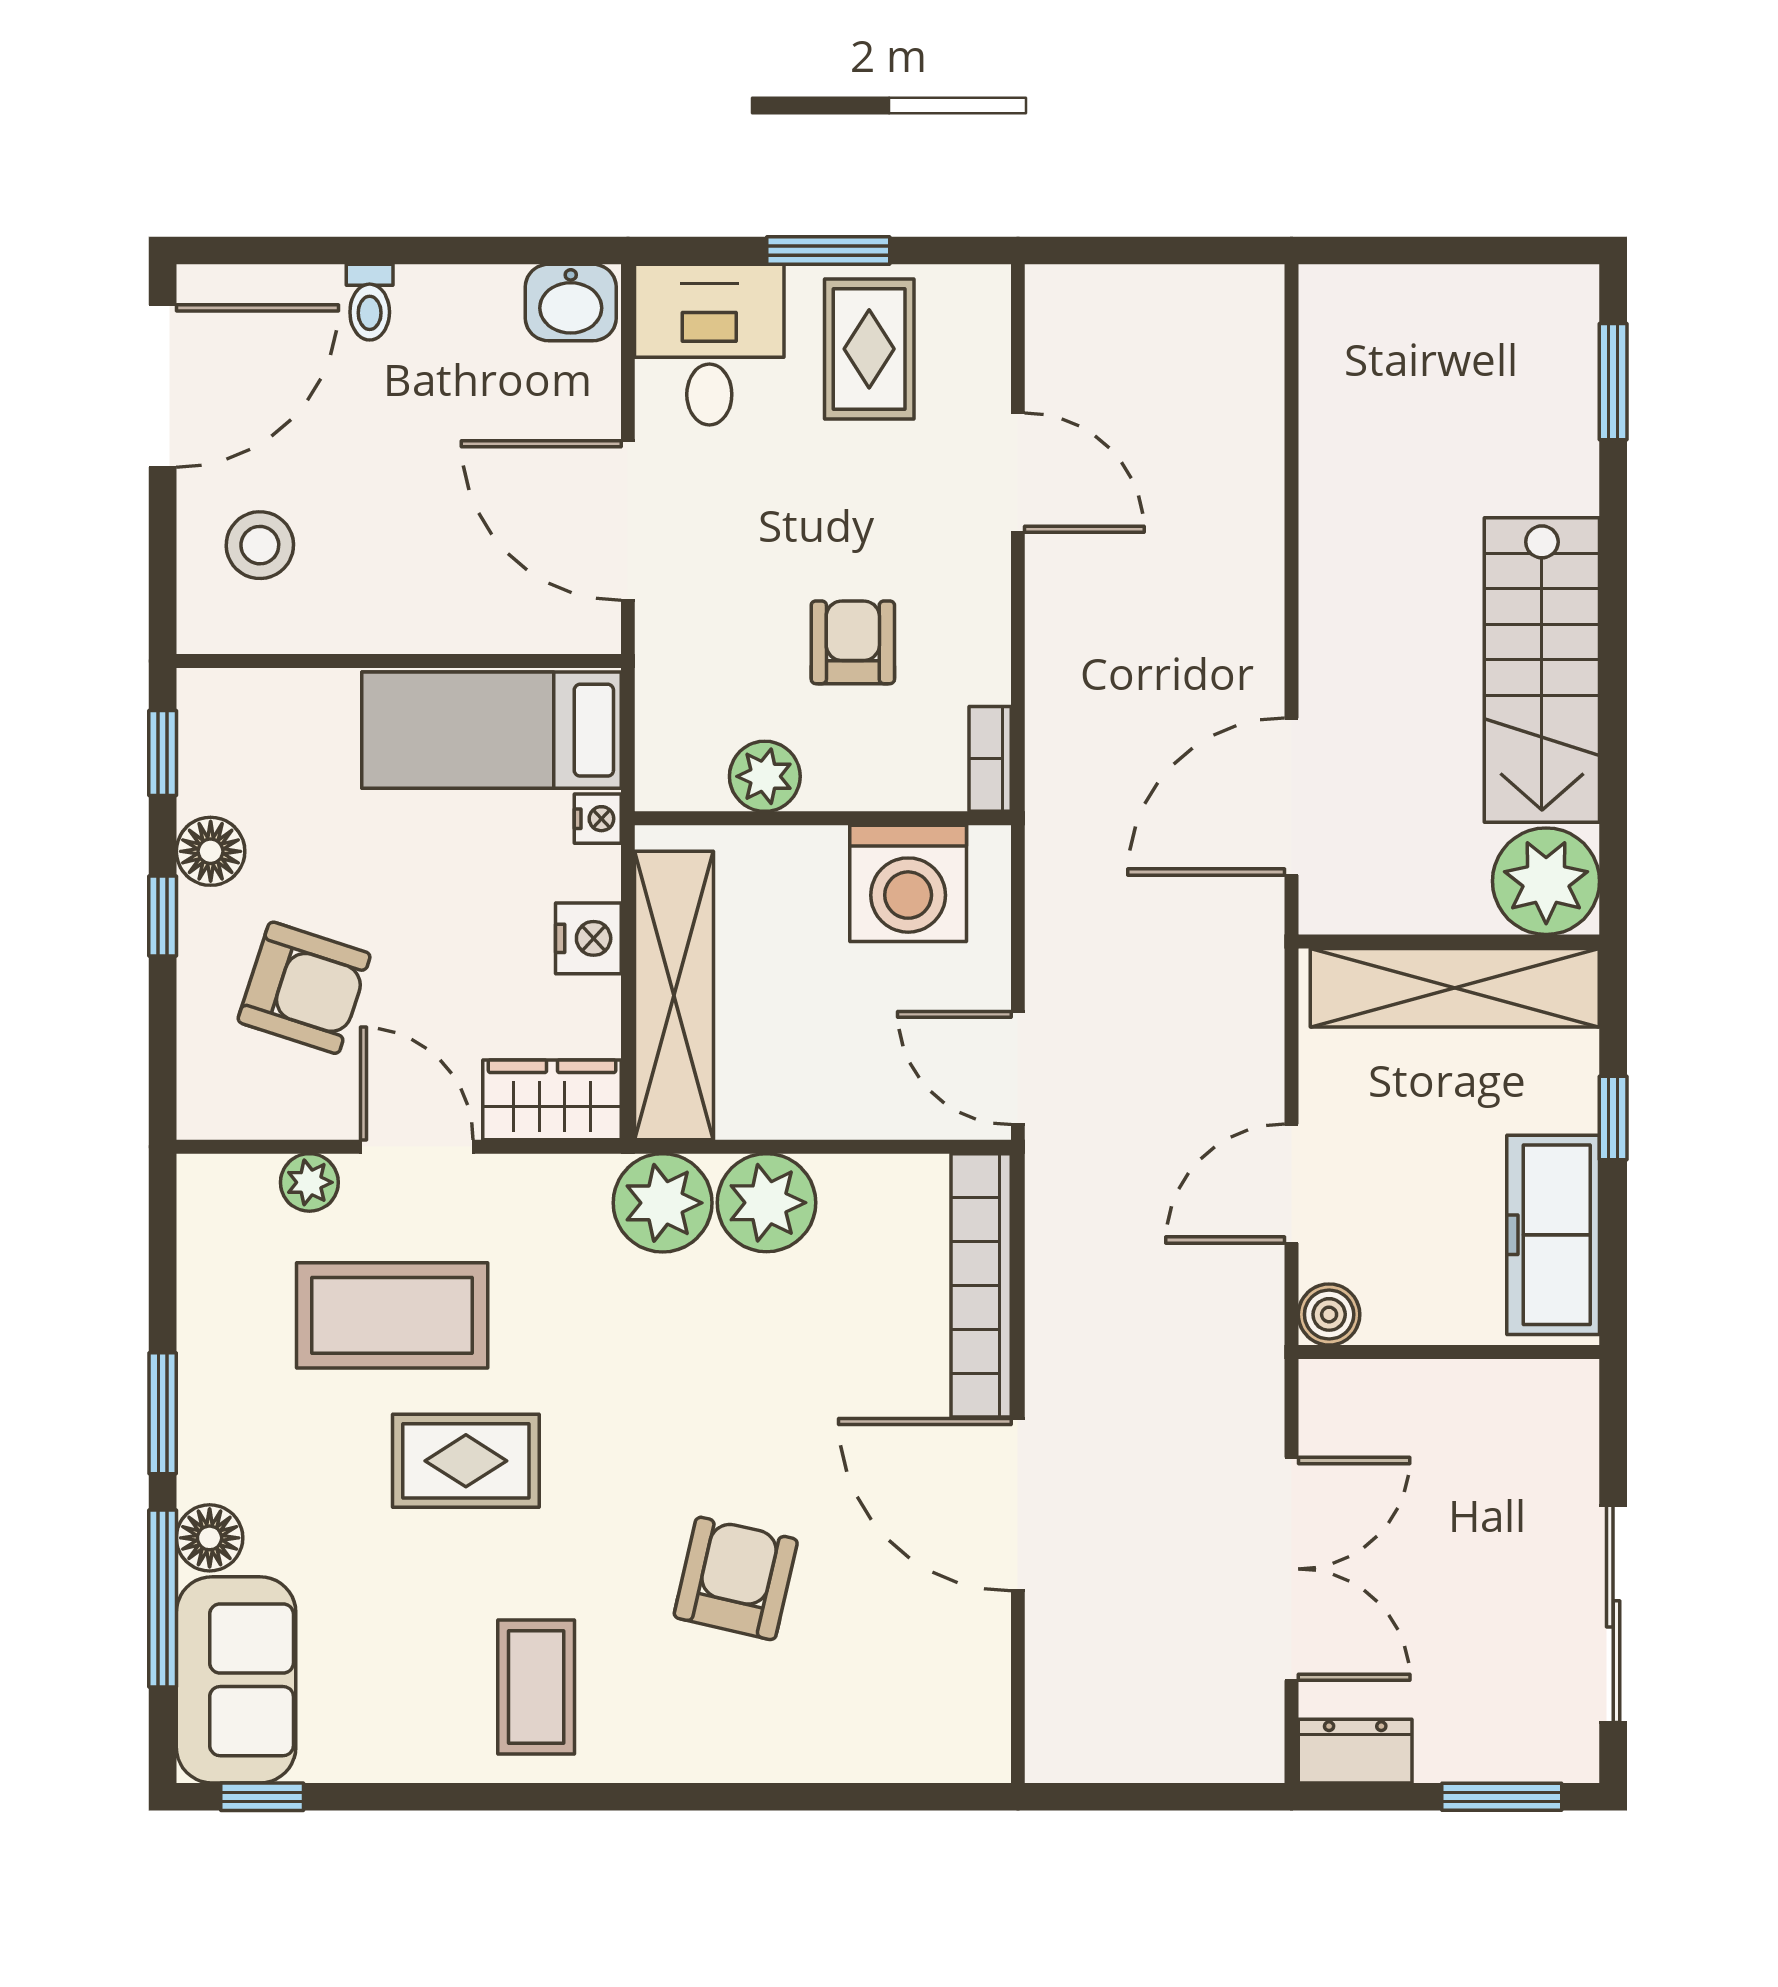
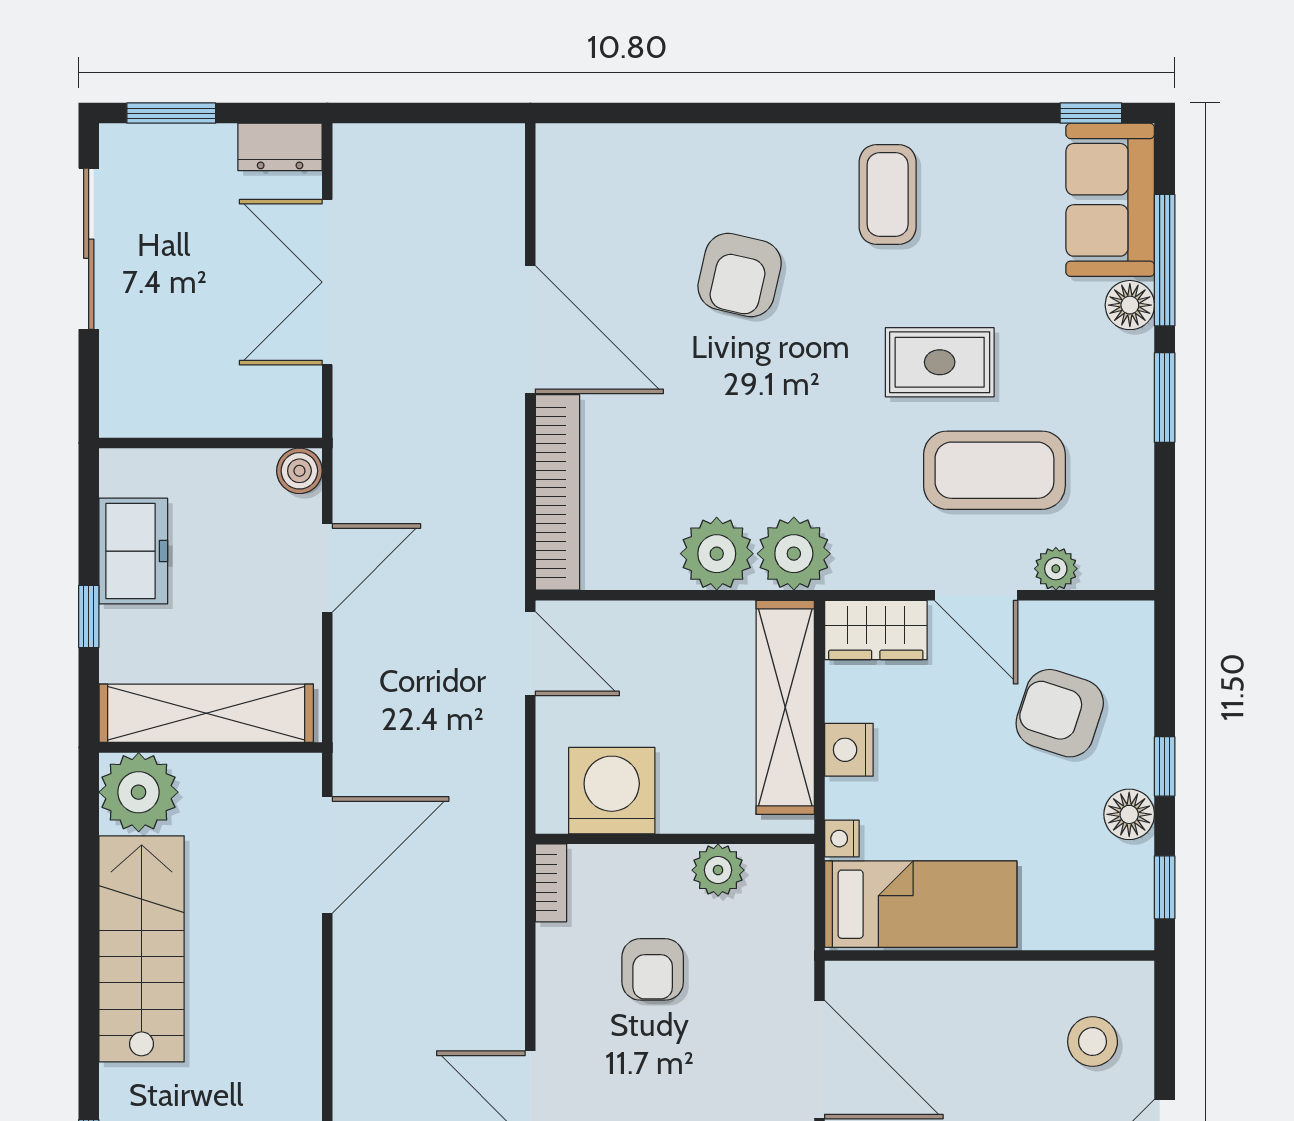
freezer: (1553, 1235) -> (133, 551), width x0.71

